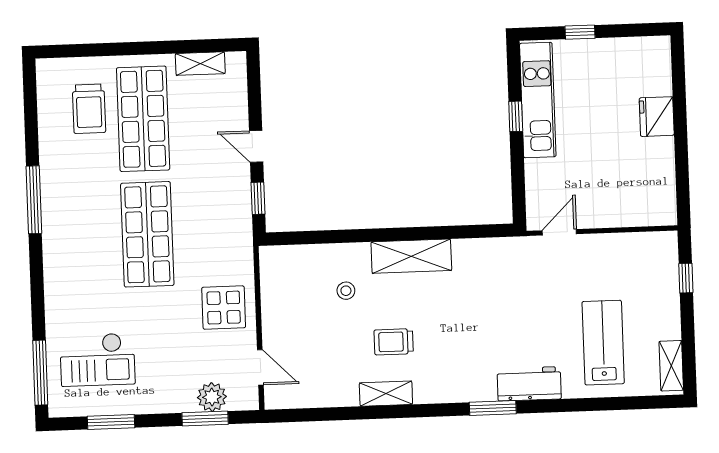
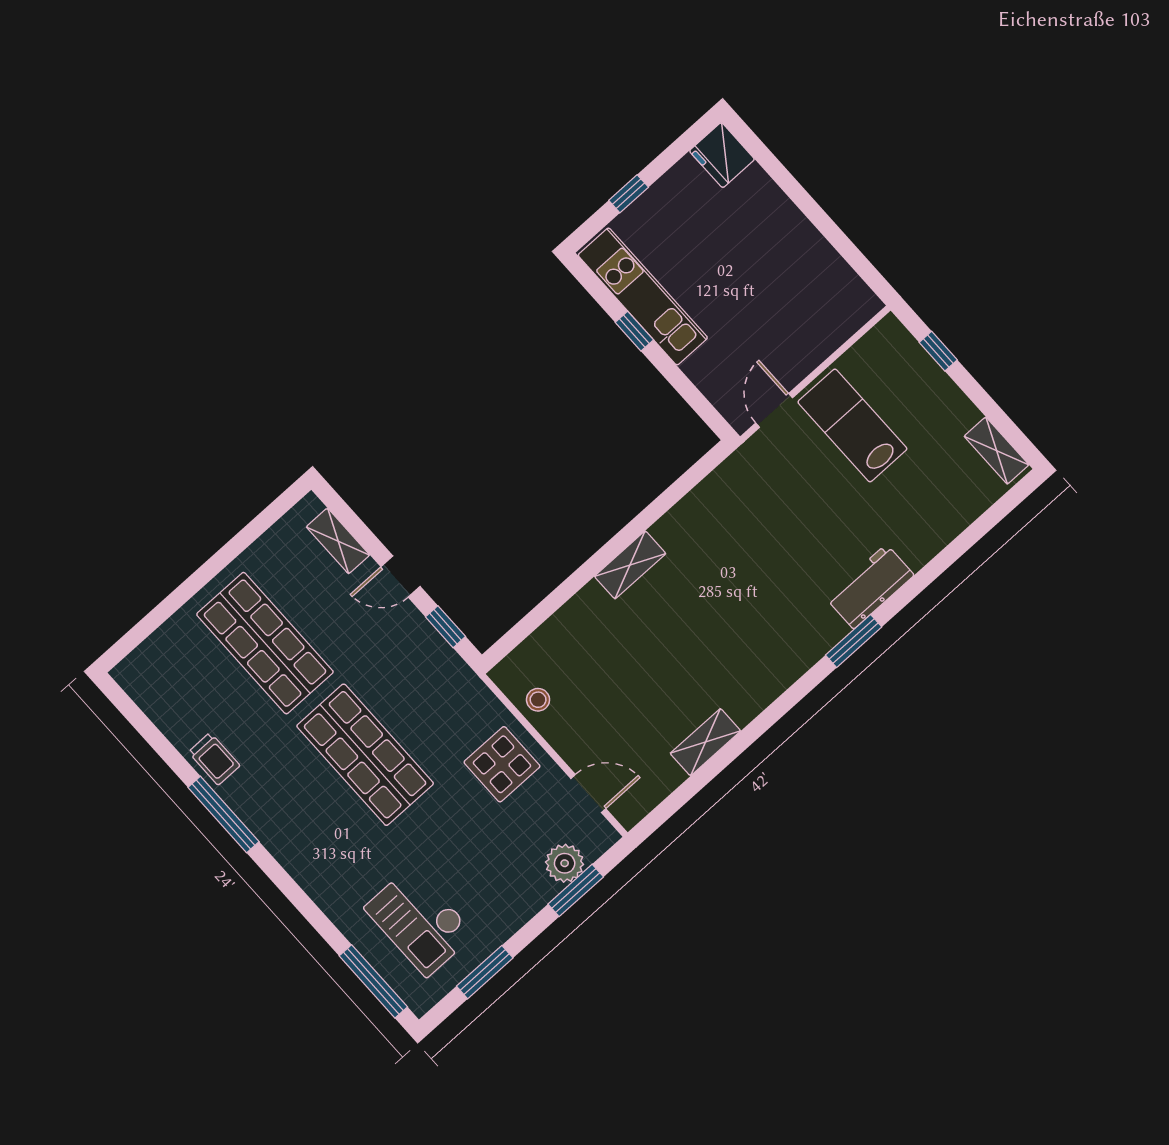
shelving: (200, 64) -> (338, 541), moved, turned 90
trolley: (89, 109) -> (214, 759), moved, width x0.73, depth x0.72
fridge: (657, 117) -> (722, 155), moved
shelving: (411, 256) -> (630, 565), width x0.67, depth x0.75
stool: (346, 291) -> (538, 700), moved
trolley: (394, 342) -> (700, 657), removed
lab bench: (603, 343) -> (852, 425), moved
checkout: (98, 360) -> (420, 921), turned 90
shelving: (386, 394) -> (705, 742), moved

